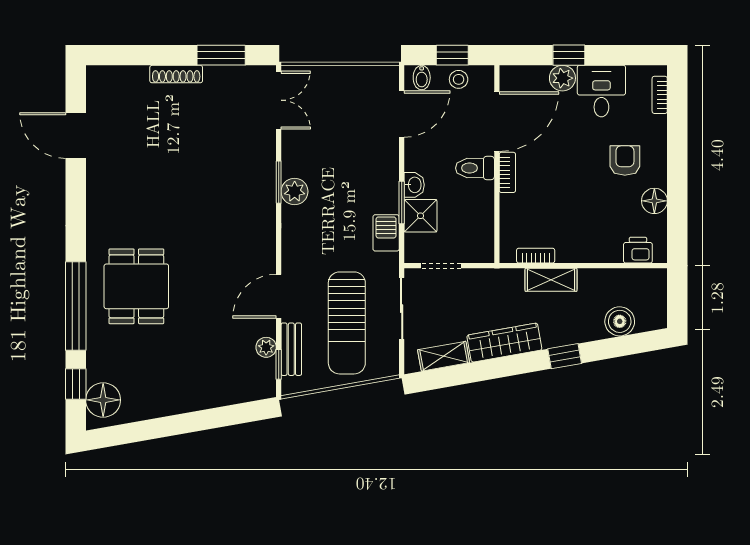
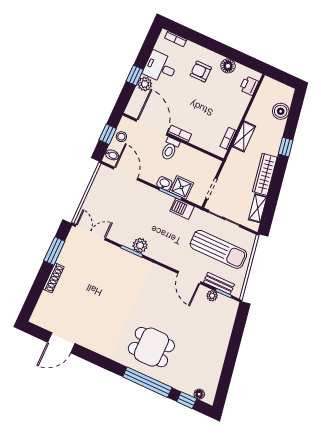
floor lamp: (103, 400) -> (199, 394), width x0.53, depth x0.53

